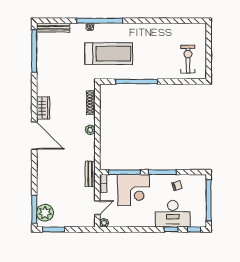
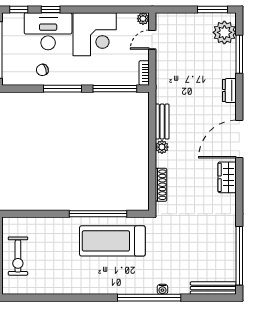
treadmill: (109, 54) -> (112, 241), moved
exercise bike: (188, 59) -> (18, 256), moved
door: (34, 136) -> (239, 139), hinge flipped
dresser: (41, 171) -> (229, 90), added
bench: (90, 174) -> (162, 122), moved
corner desk: (133, 190) -> (95, 34), moved, turned 180
window: (34, 209) -> (239, 54), moved

